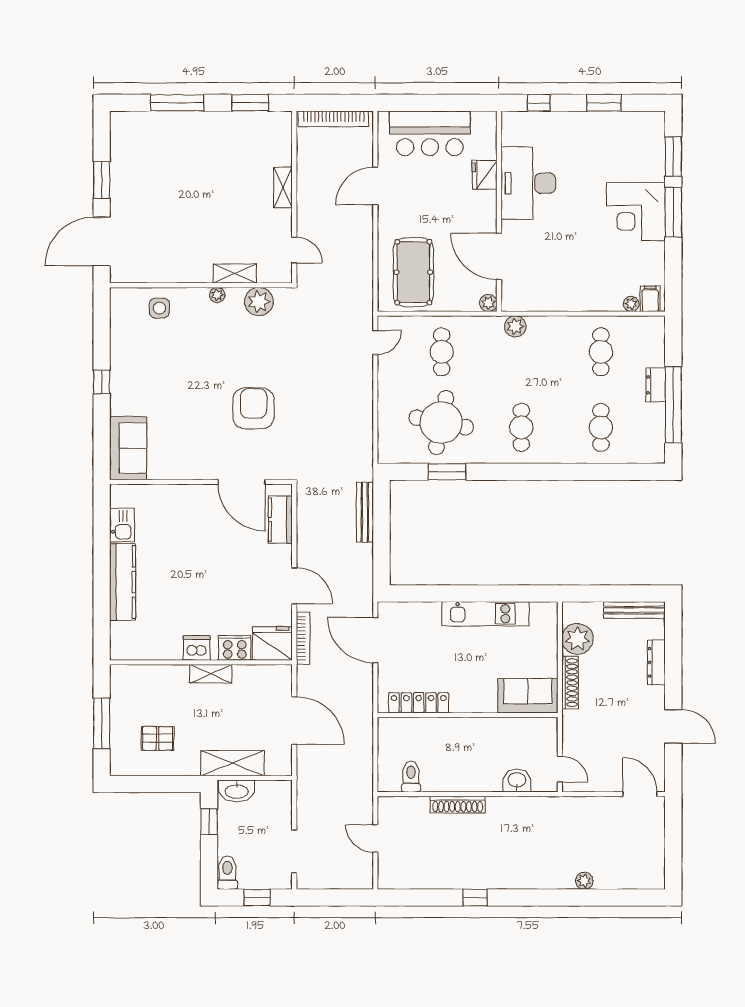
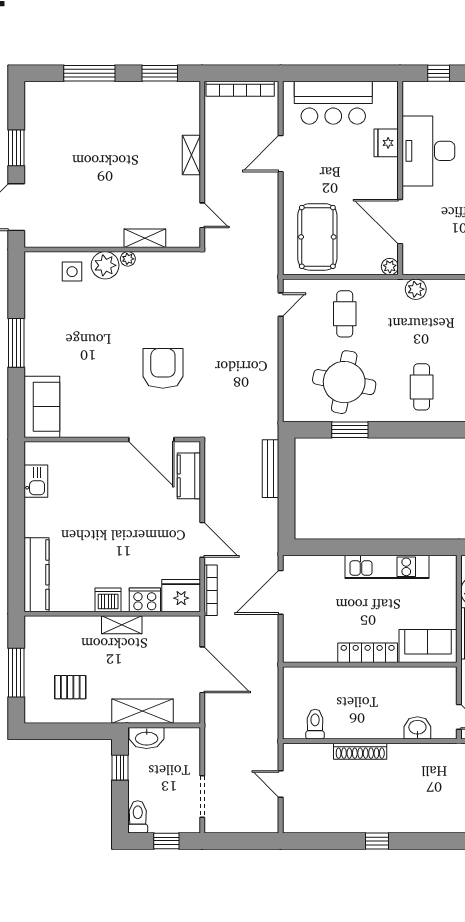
plant: (259, 302) -> (105, 265), moved
window: (102, 382) -> (16, 343), width x2.17
kitchen counter: (123, 582) -> (36, 575), moved
door: (375, 640) -> (281, 592), hinge flipped
locker: (419, 703) -> (368, 653), moved

